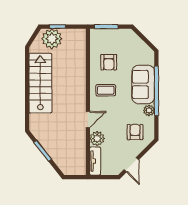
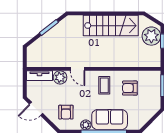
armchair: (135, 132) -> (66, 112), turned 90

